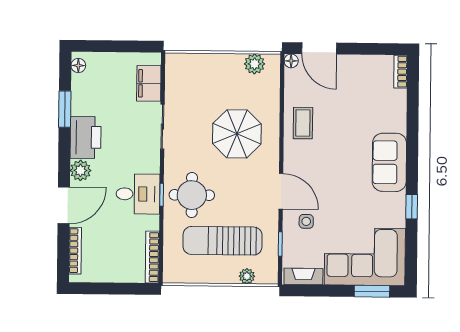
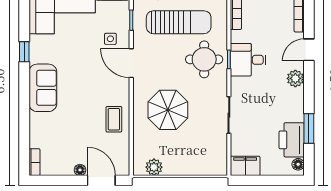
floor lamp: (291, 61) -> (80, 170), moved
filing cabinet: (149, 83) -> (245, 166), moved, turned -90
printer: (86, 137) -> (292, 140), moved
door: (64, 205) -> (309, 50), width x0.73

